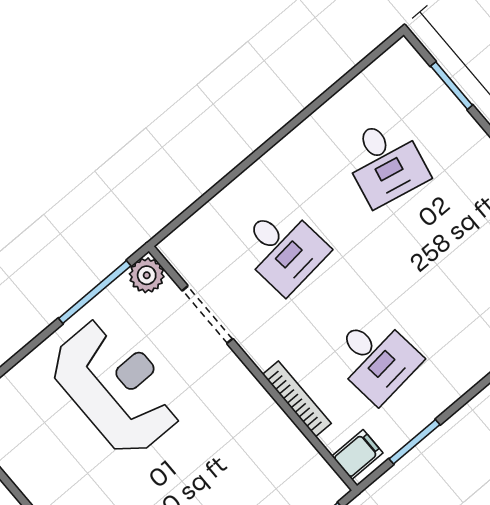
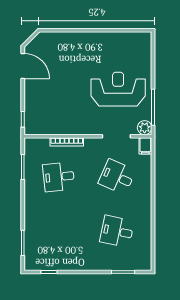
desk: (283, 249) -> (117, 177), turned 30
reception desk: (116, 386) -> (118, 89), turned 180
filing cabinet: (357, 455) -> (145, 146), moved

